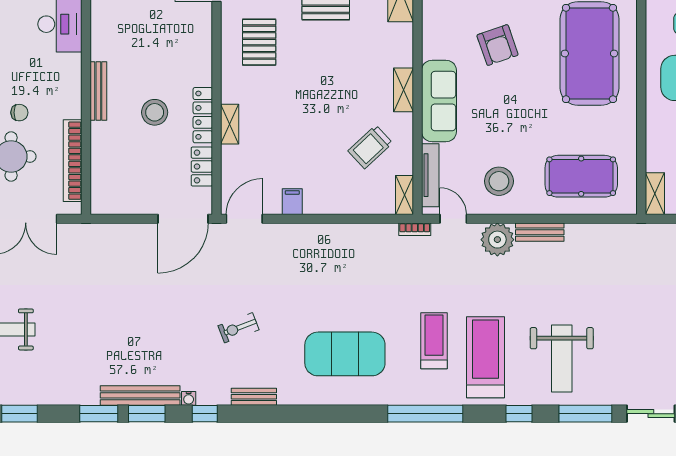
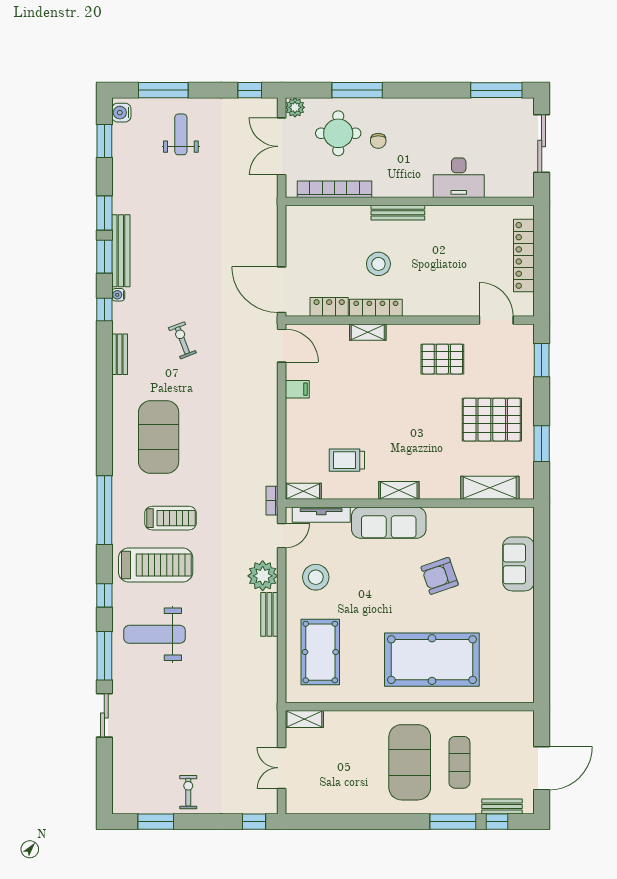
trolley: (370, 147) -> (347, 460), turned -47

